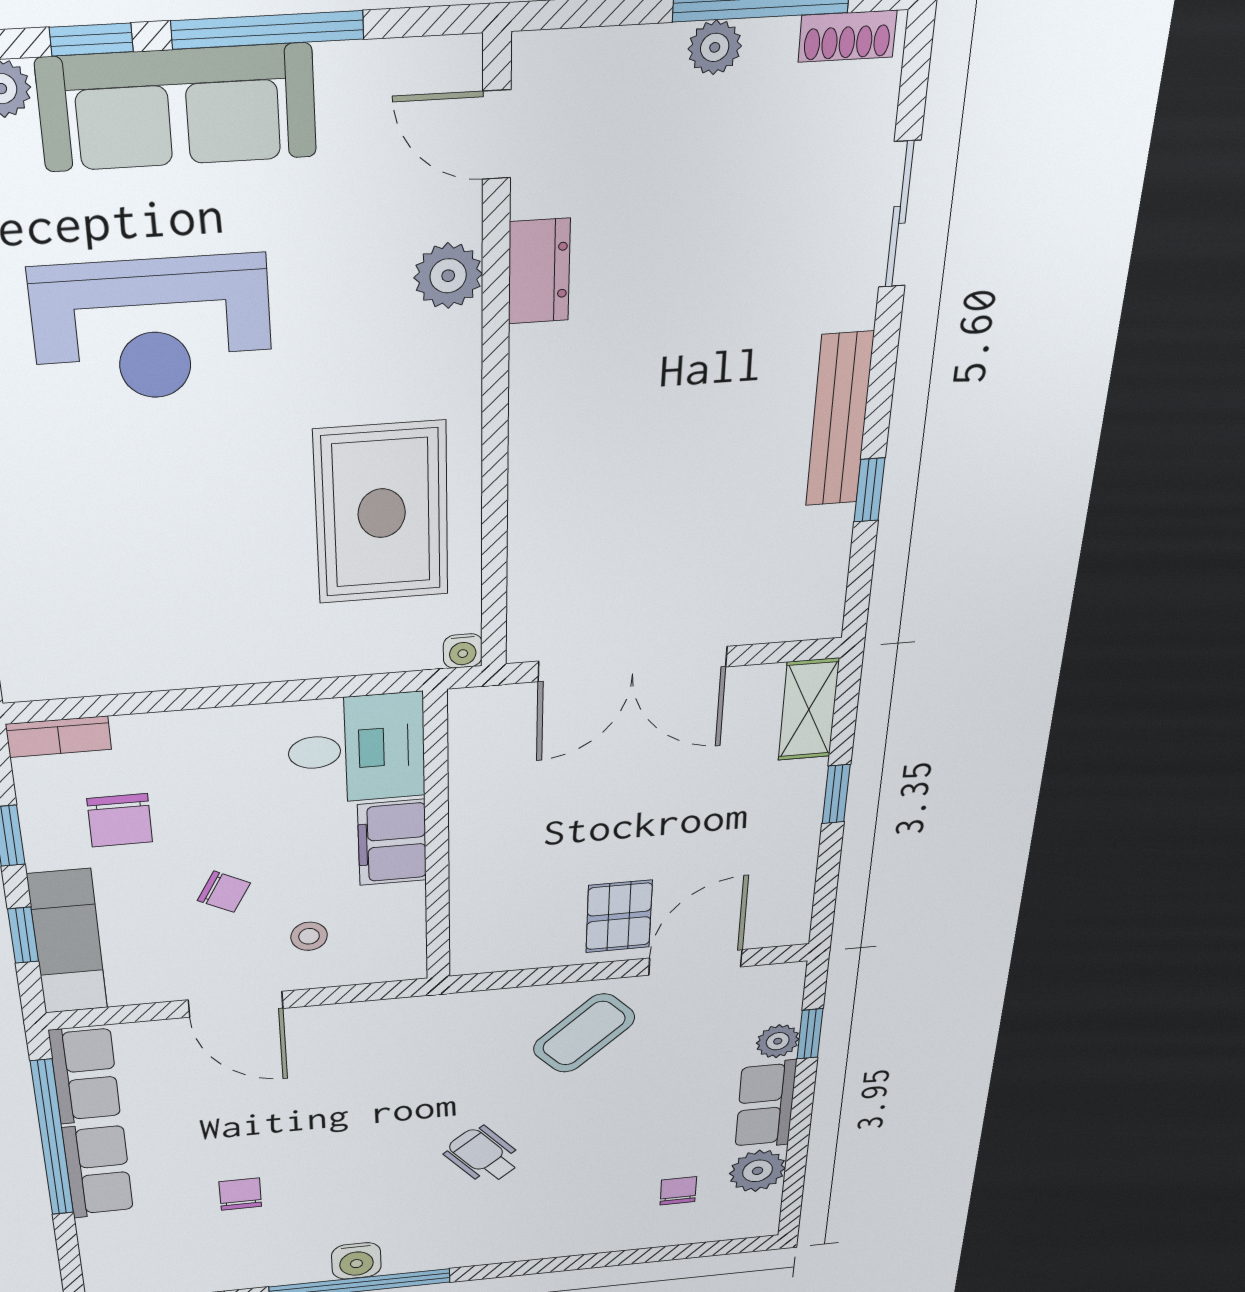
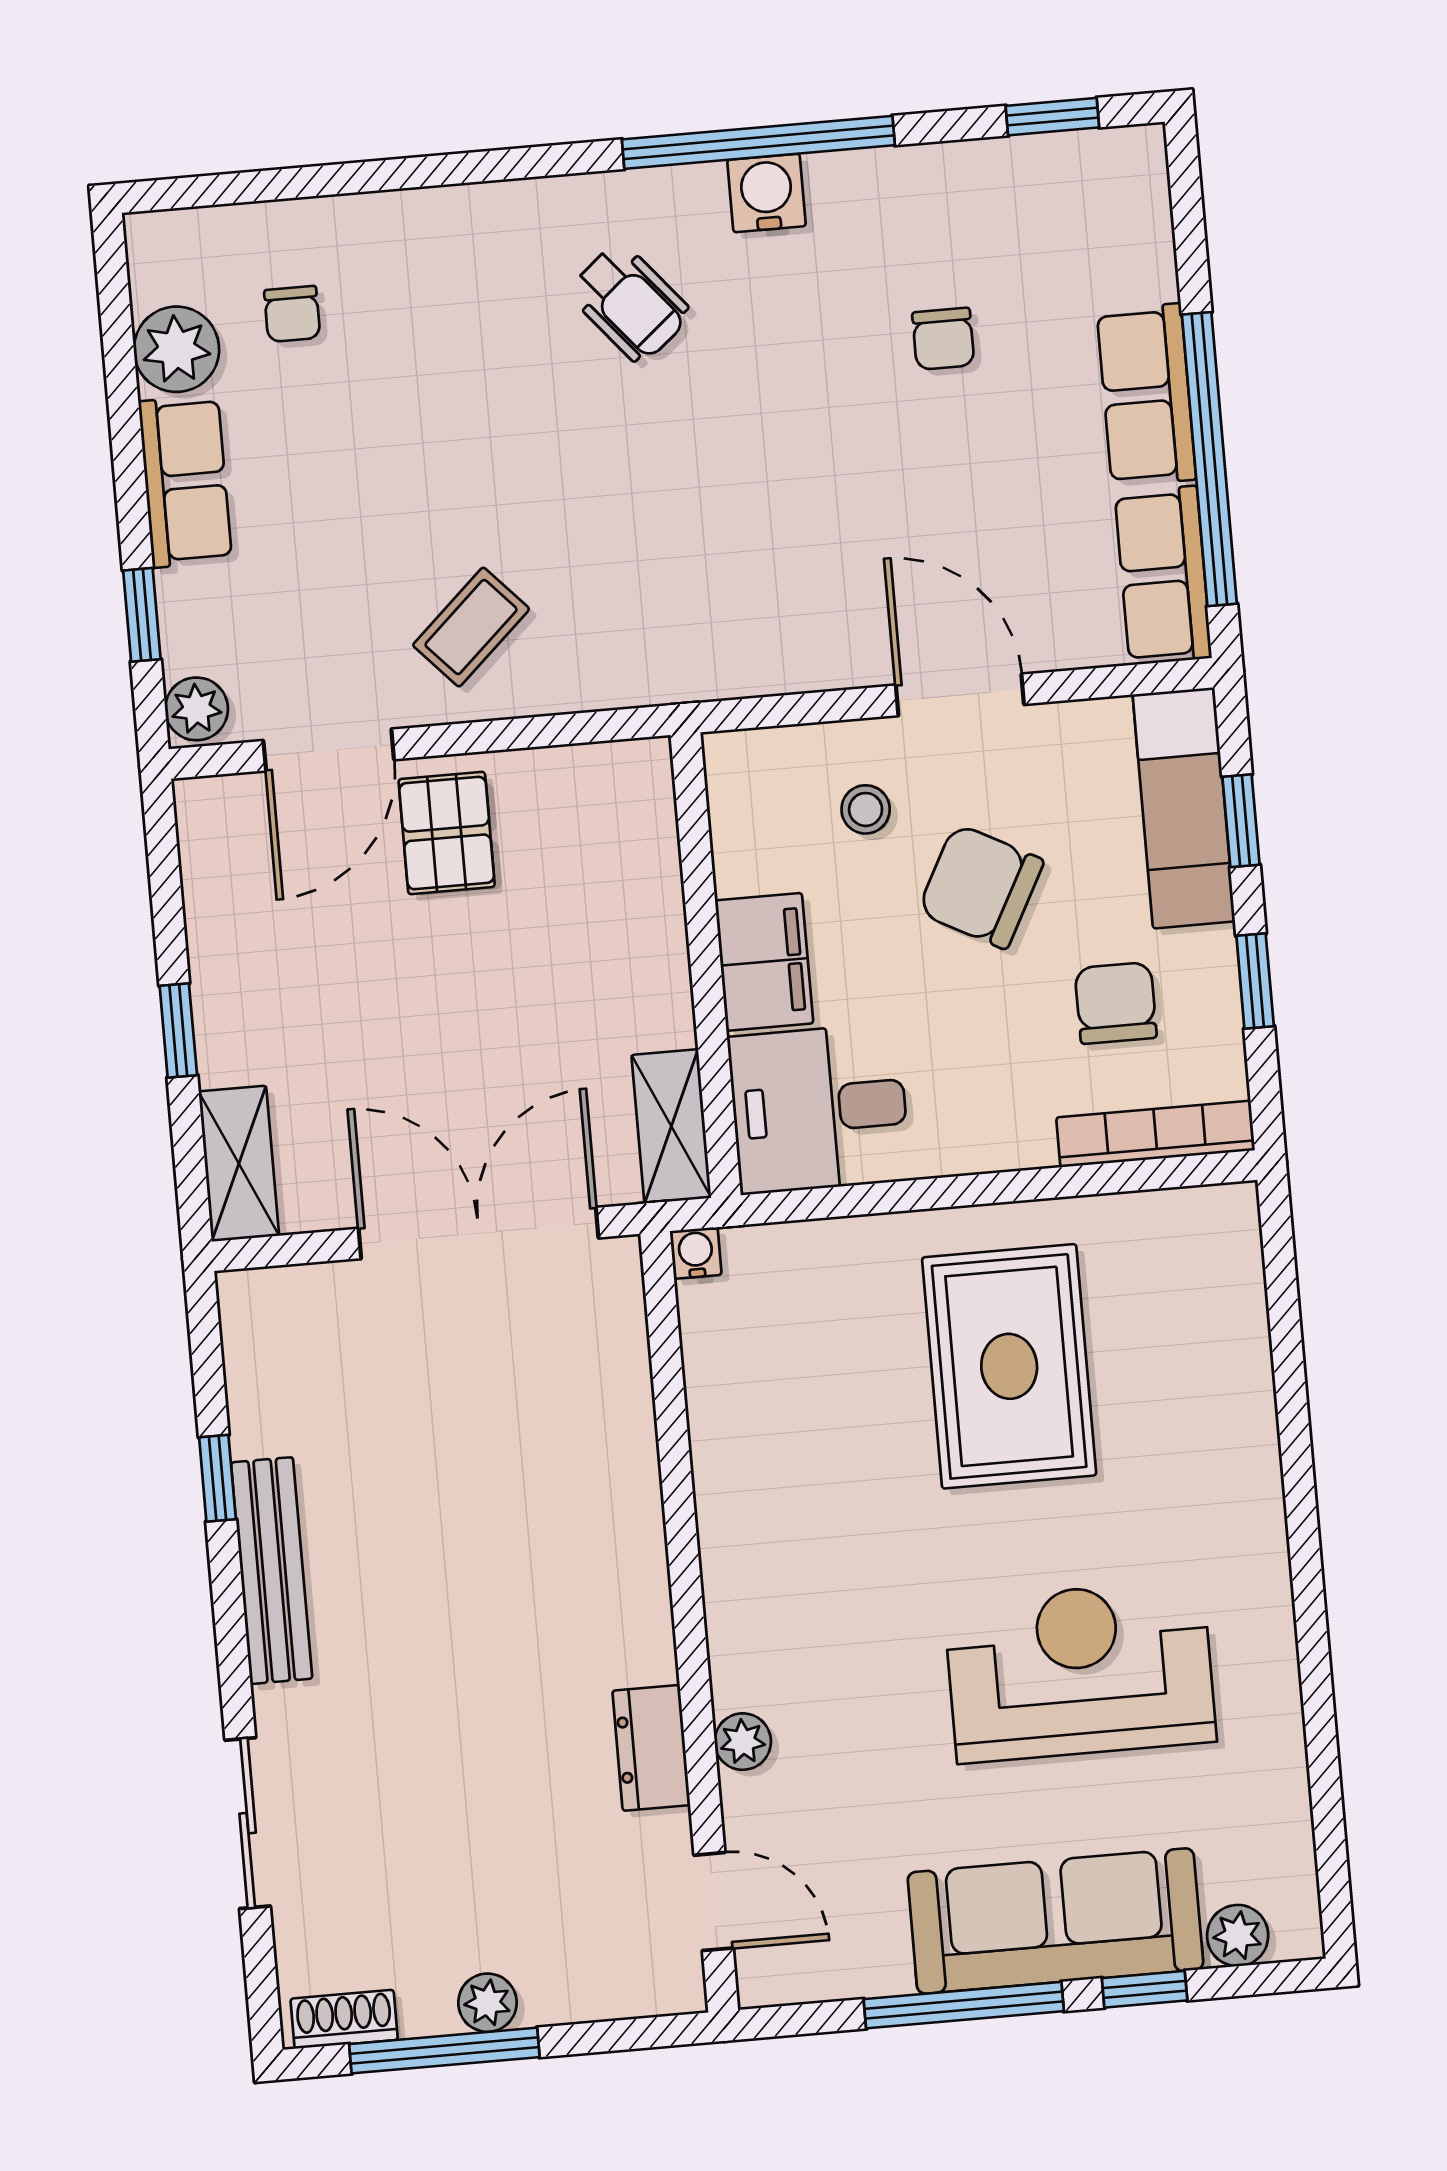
plant: (448, 276) -> (743, 1742), width x0.73, depth x0.73
rug: (382, 513) -> (1009, 1366), moved
shelving: (473, 736) -> (671, 1126), added
bookcase: (59, 737) -> (1156, 1134), width x1.56
chair: (224, 892) -> (981, 886), width x1.87, depth x1.87
coffee table: (584, 1033) -> (471, 627), width x0.73, depth x0.77
plant: (778, 1041) -> (197, 709), moved
wheelchair: (483, 1155) -> (630, 303), moved

